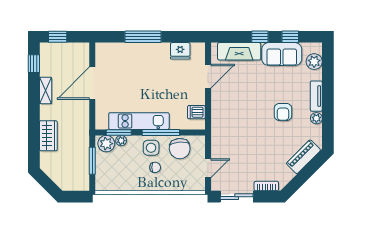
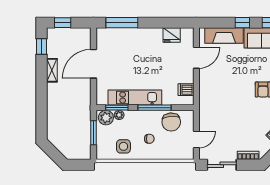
window: (143, 37) -> (122, 23), moved
wardrobe: (48, 136) -> (54, 111), removed
side table: (151, 148) -> (123, 146), moved

